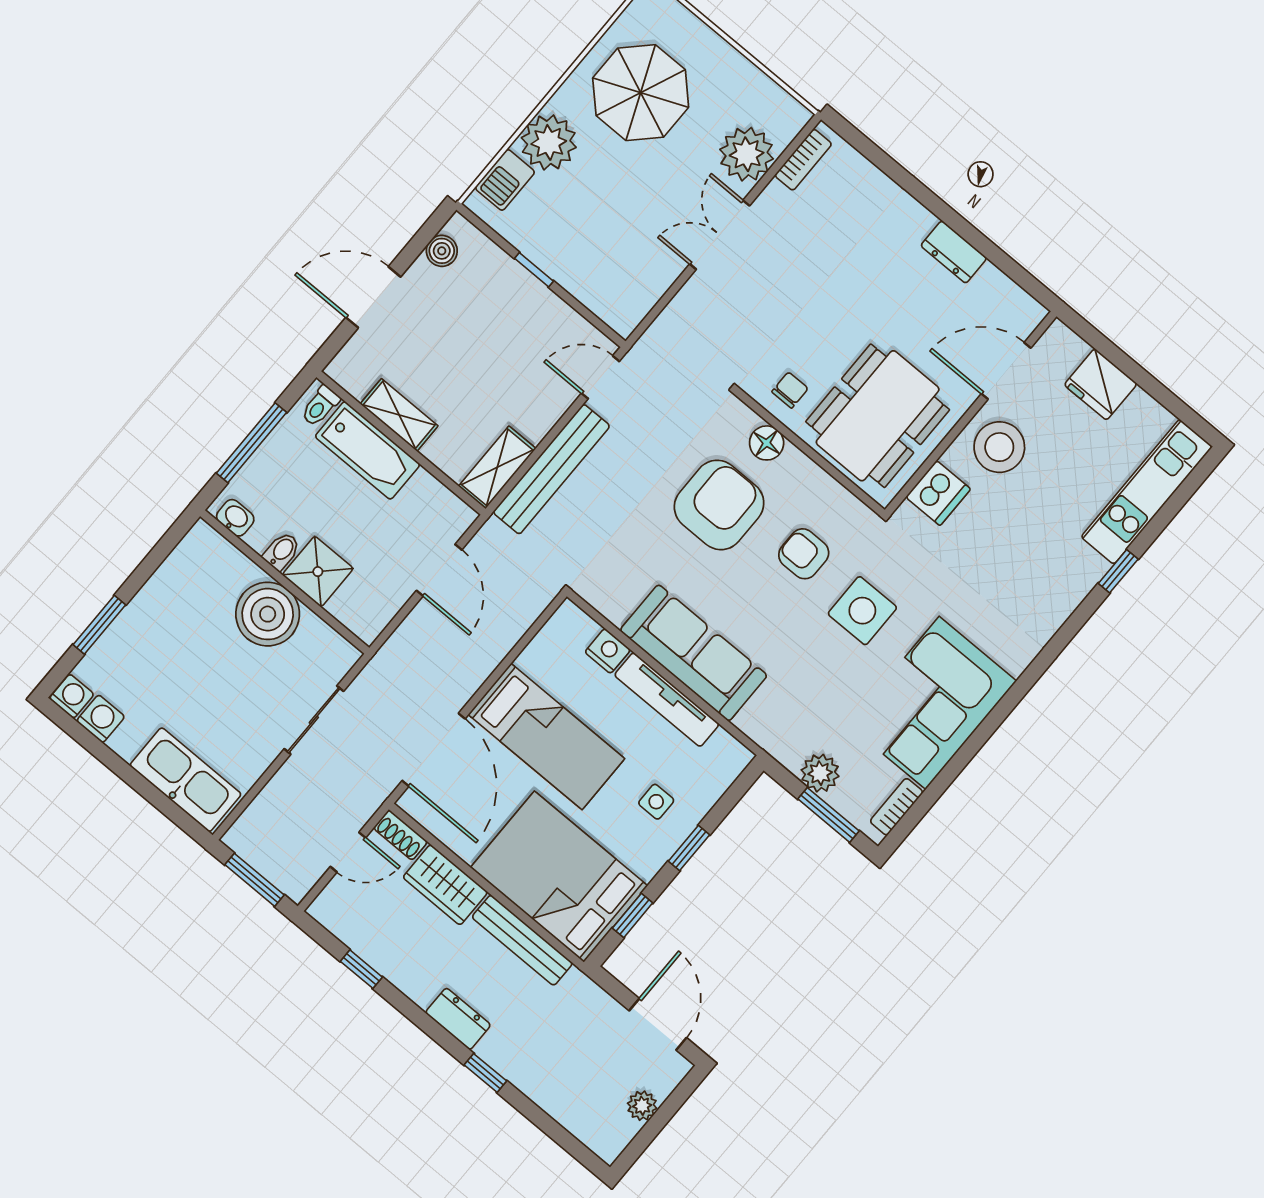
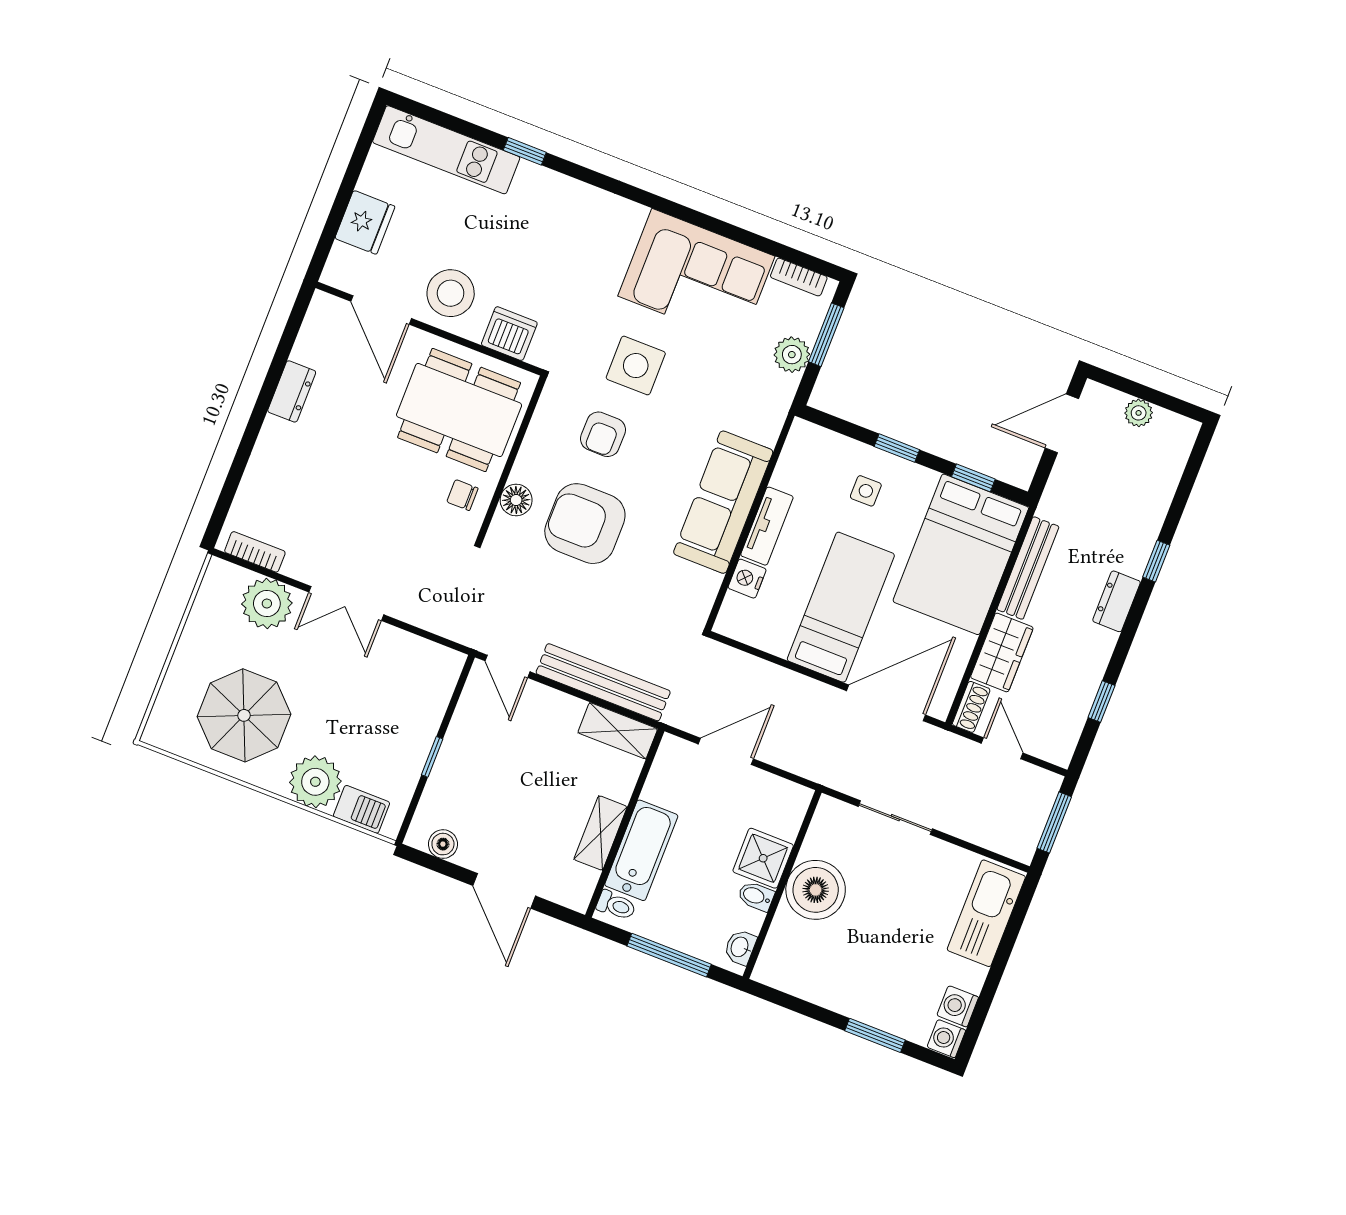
tv unit: (667, 700) -> (767, 526), width x0.71

